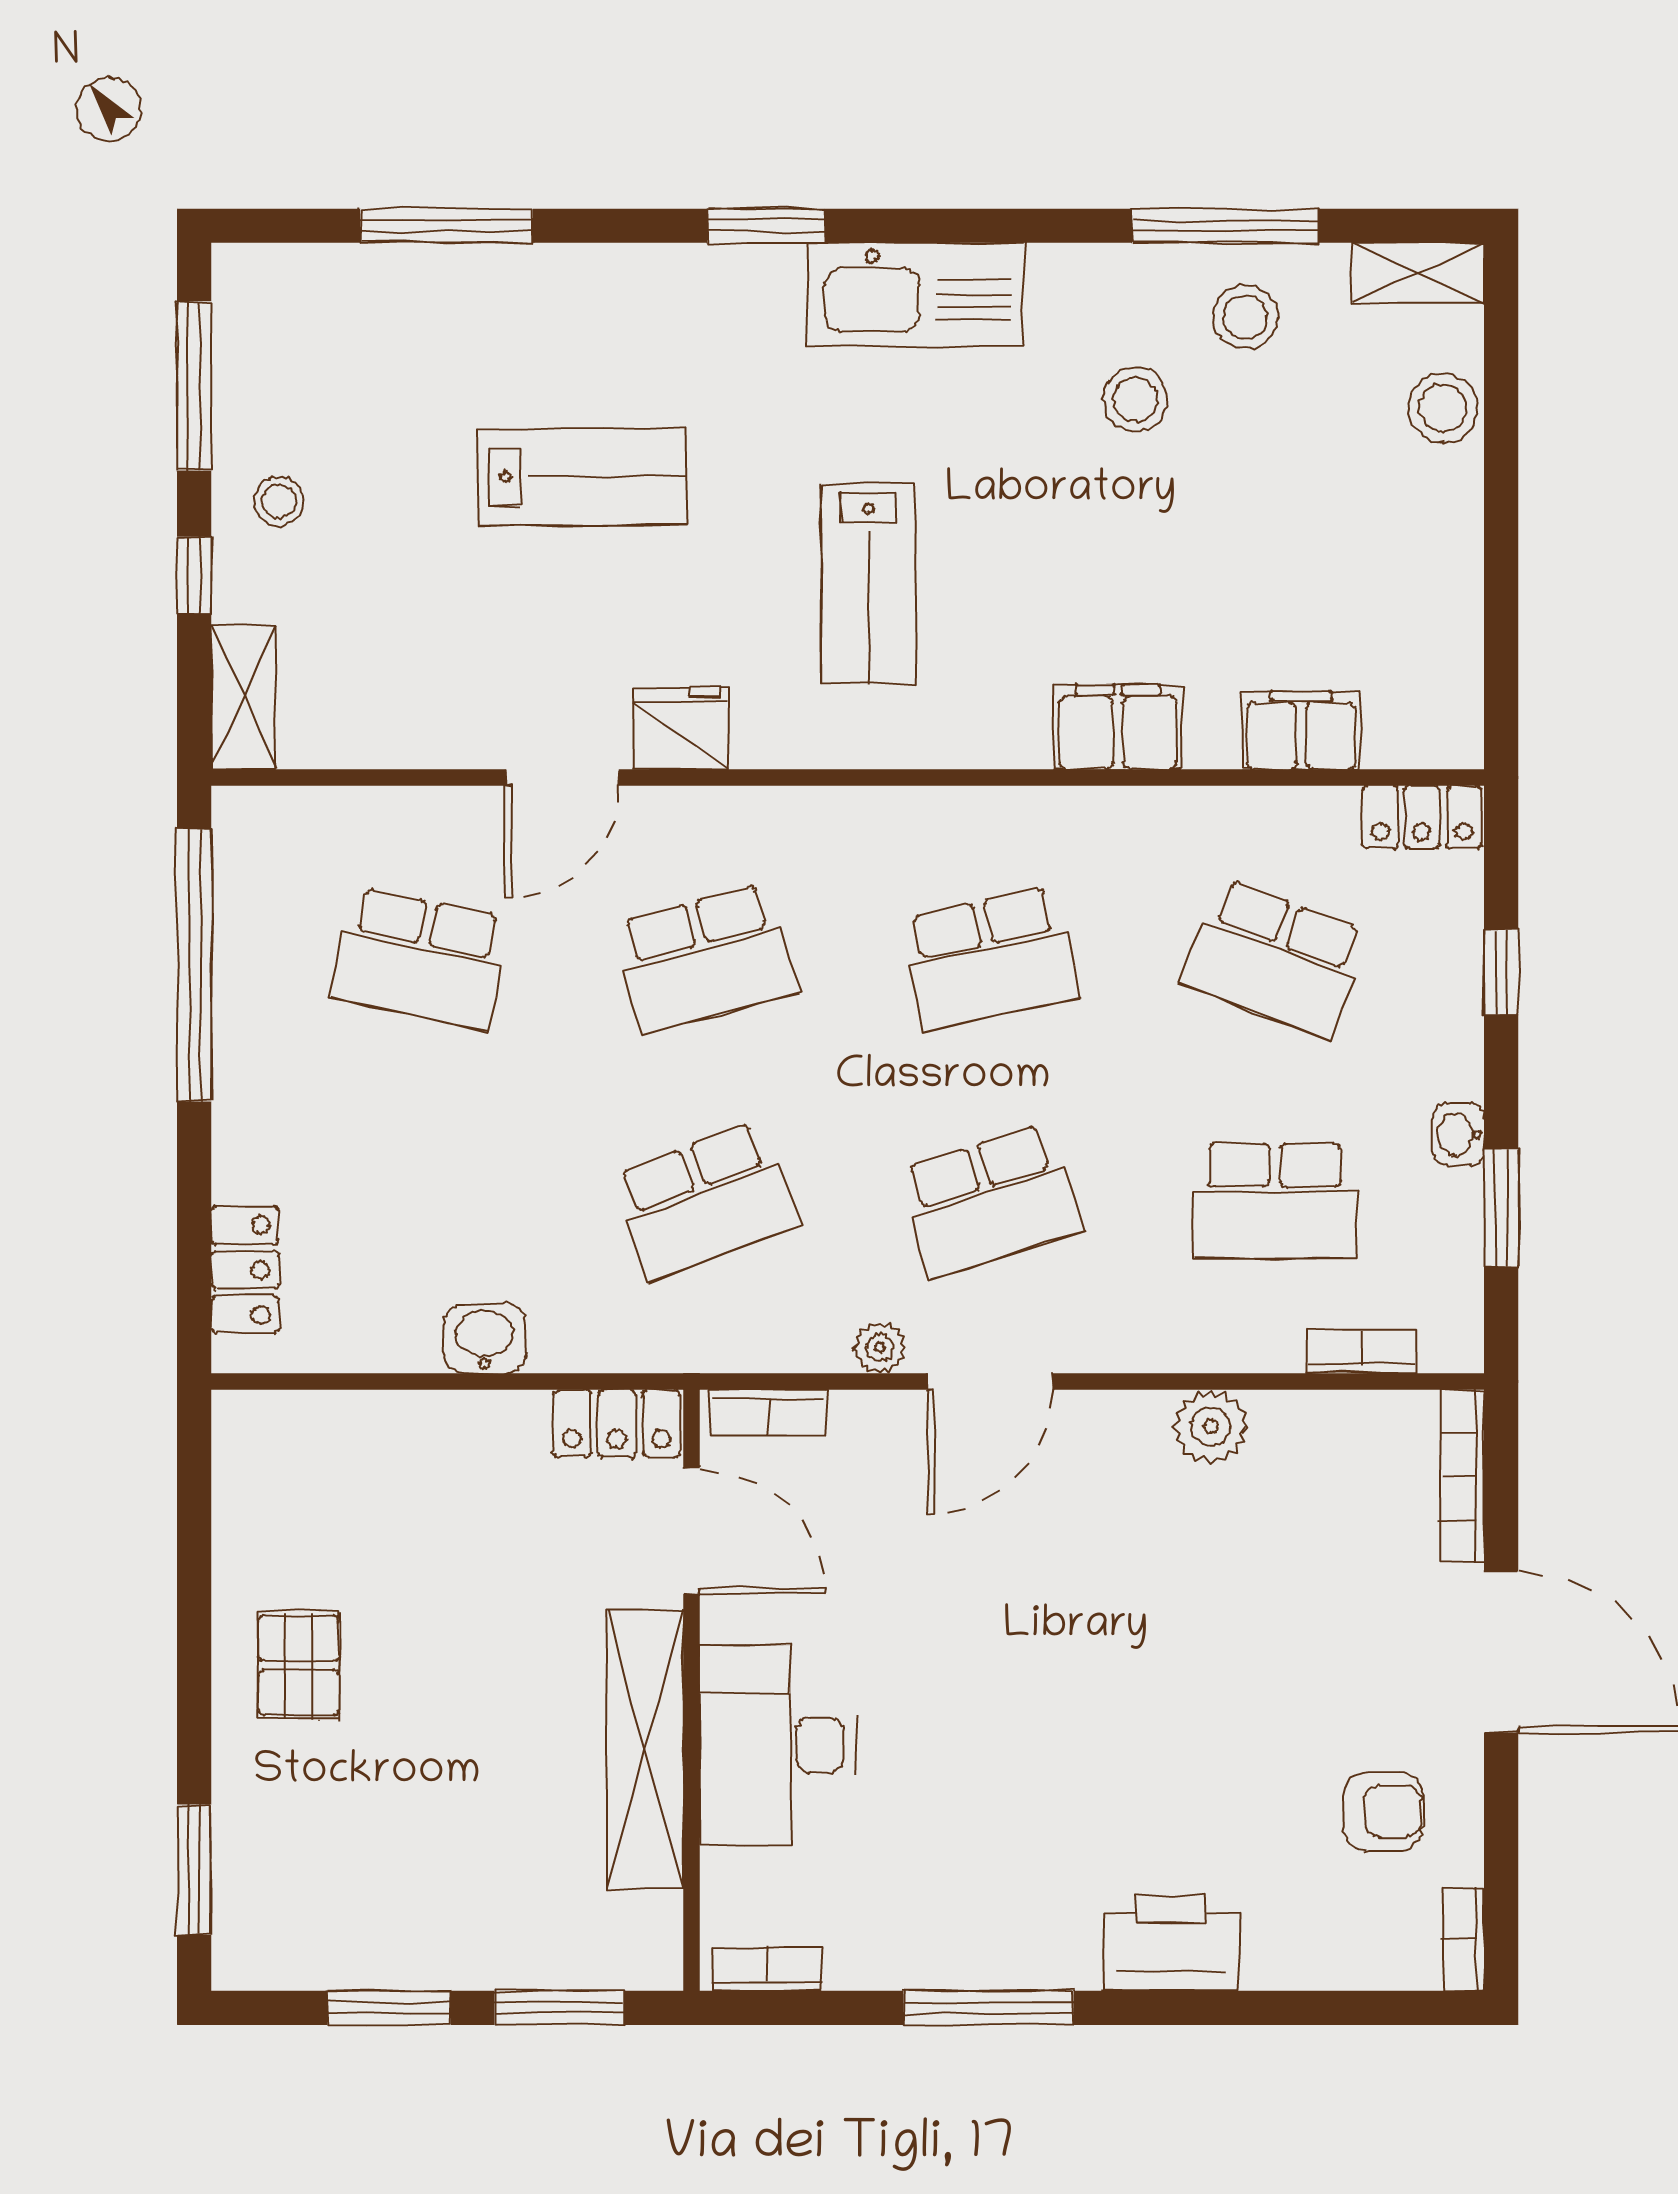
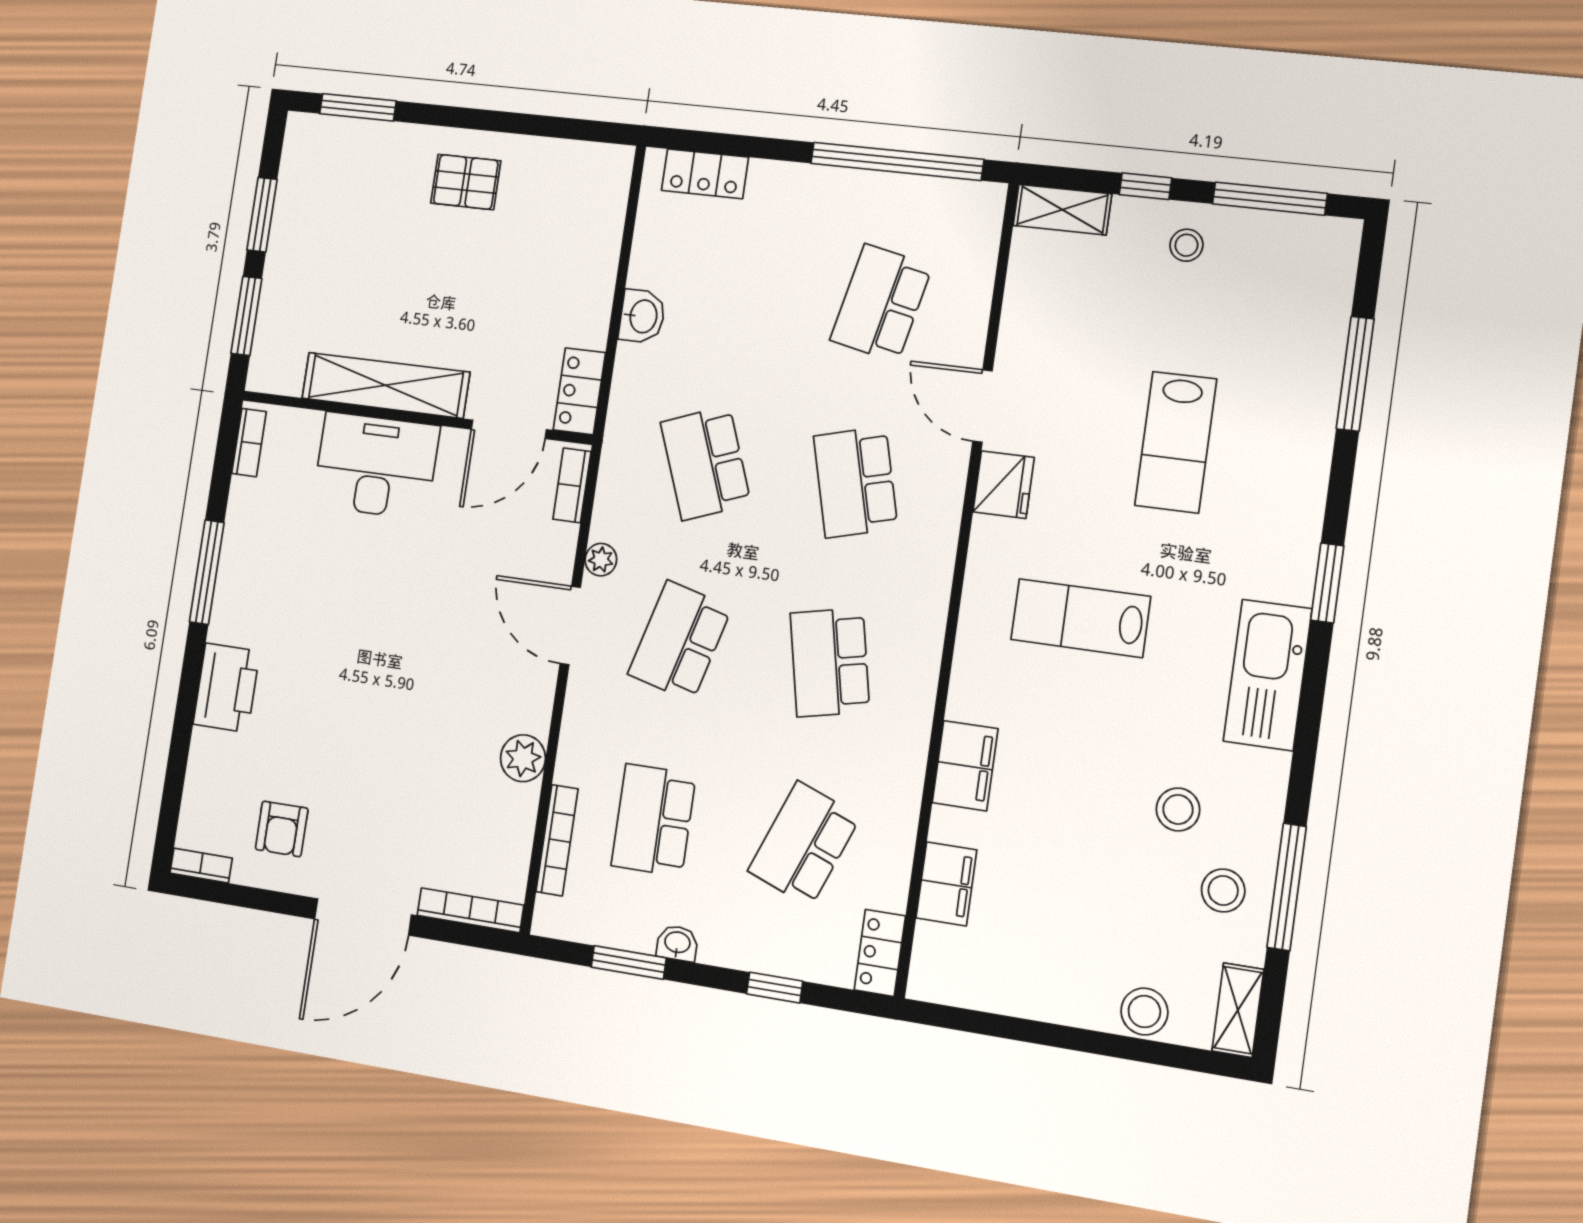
school desk: (990, 1201) -> (680, 641), turned 33
bookcase: (1361, 1351) -> (557, 840), width x1.56

